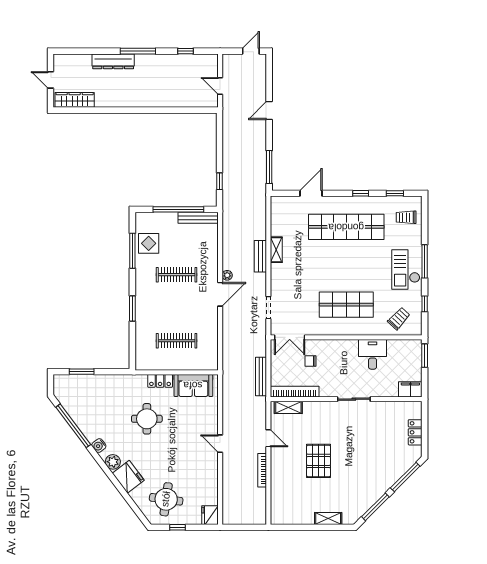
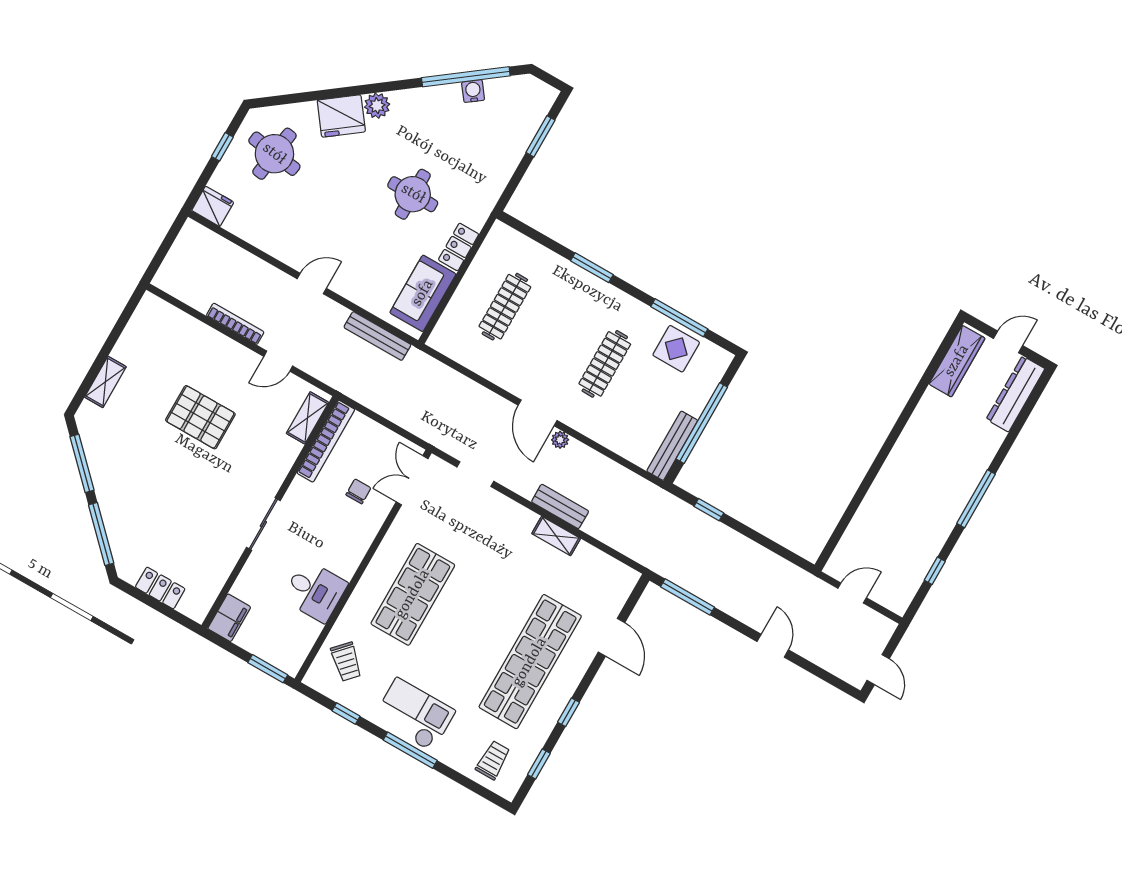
dresser: (113, 61) -> (1016, 394), moved
bench: (261, 376) -> (377, 336), moved
water cooler: (99, 446) -> (473, 91), moved

